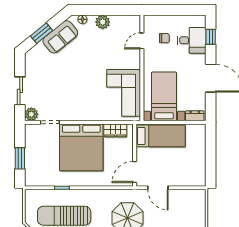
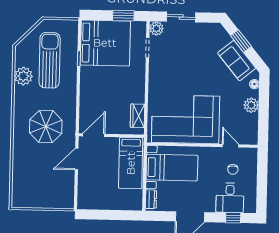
corner sofa: (124, 93) -> (186, 119), width x1.36, depth x1.36
bed: (81, 147) -> (105, 43), moved, turned 180
window: (20, 158) -> (123, 16), moved
door: (135, 172) -> (94, 135), hinge flipped

